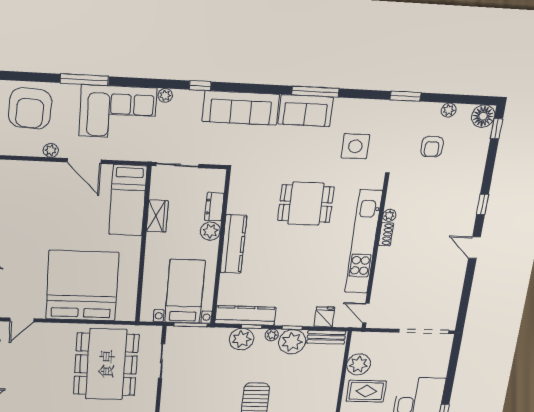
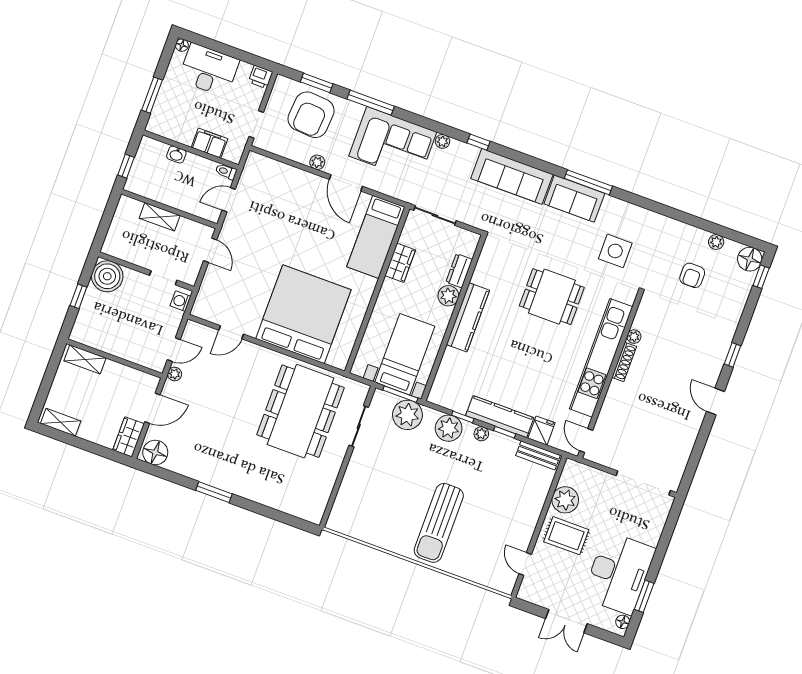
window: (405, 96) -> (317, 83), moved
shoe rack: (386, 234) -> (624, 362), width x1.43
kitchen counter: (245, 315) -> (500, 417), moved
plant: (292, 342) -> (407, 415), moved

